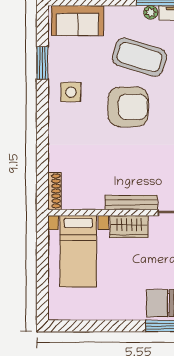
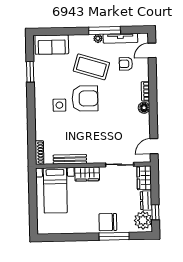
side table: (71, 92) -> (59, 105), moved
bench: (131, 203) -> (70, 159), moved

